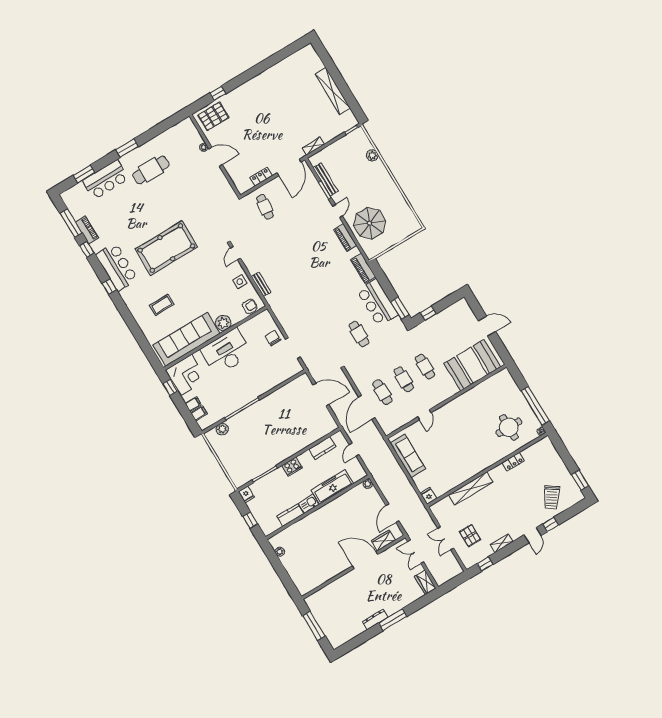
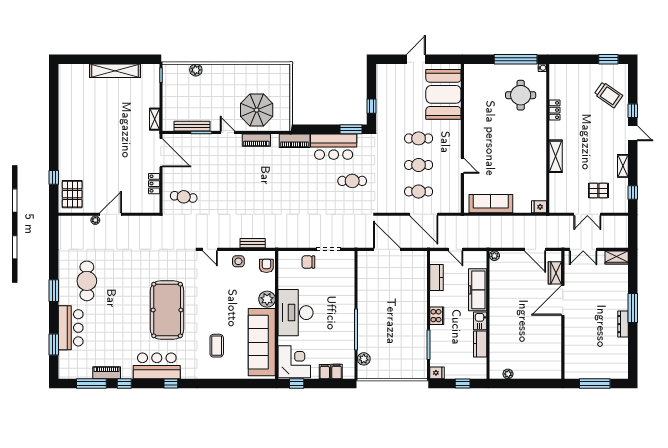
door: (321, 395) -> (387, 249), hinge flipped
shelving: (471, 489) -> (556, 156), width x0.68

